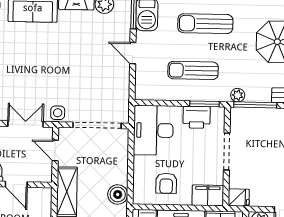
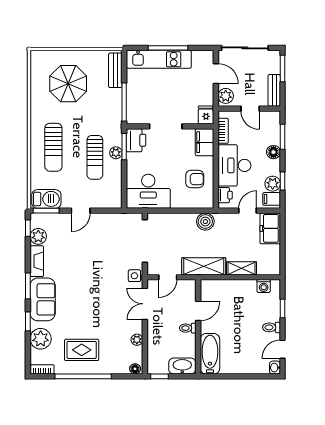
plant: (238, 95) -> (116, 153), moved
printer: (197, 117) -> (136, 140), moved

